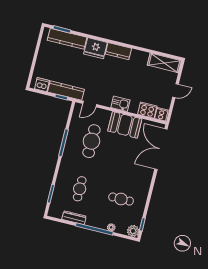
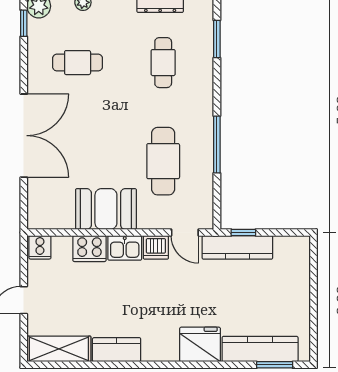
kitchen counter: (118, 51) -> (117, 350), moved
dishwasher: (42, 85) -> (156, 247), moved
door: (90, 104) -> (185, 233), swing flipped
cooker: (147, 110) -> (89, 249), moved
double door: (161, 149) -> (24, 136), moved

